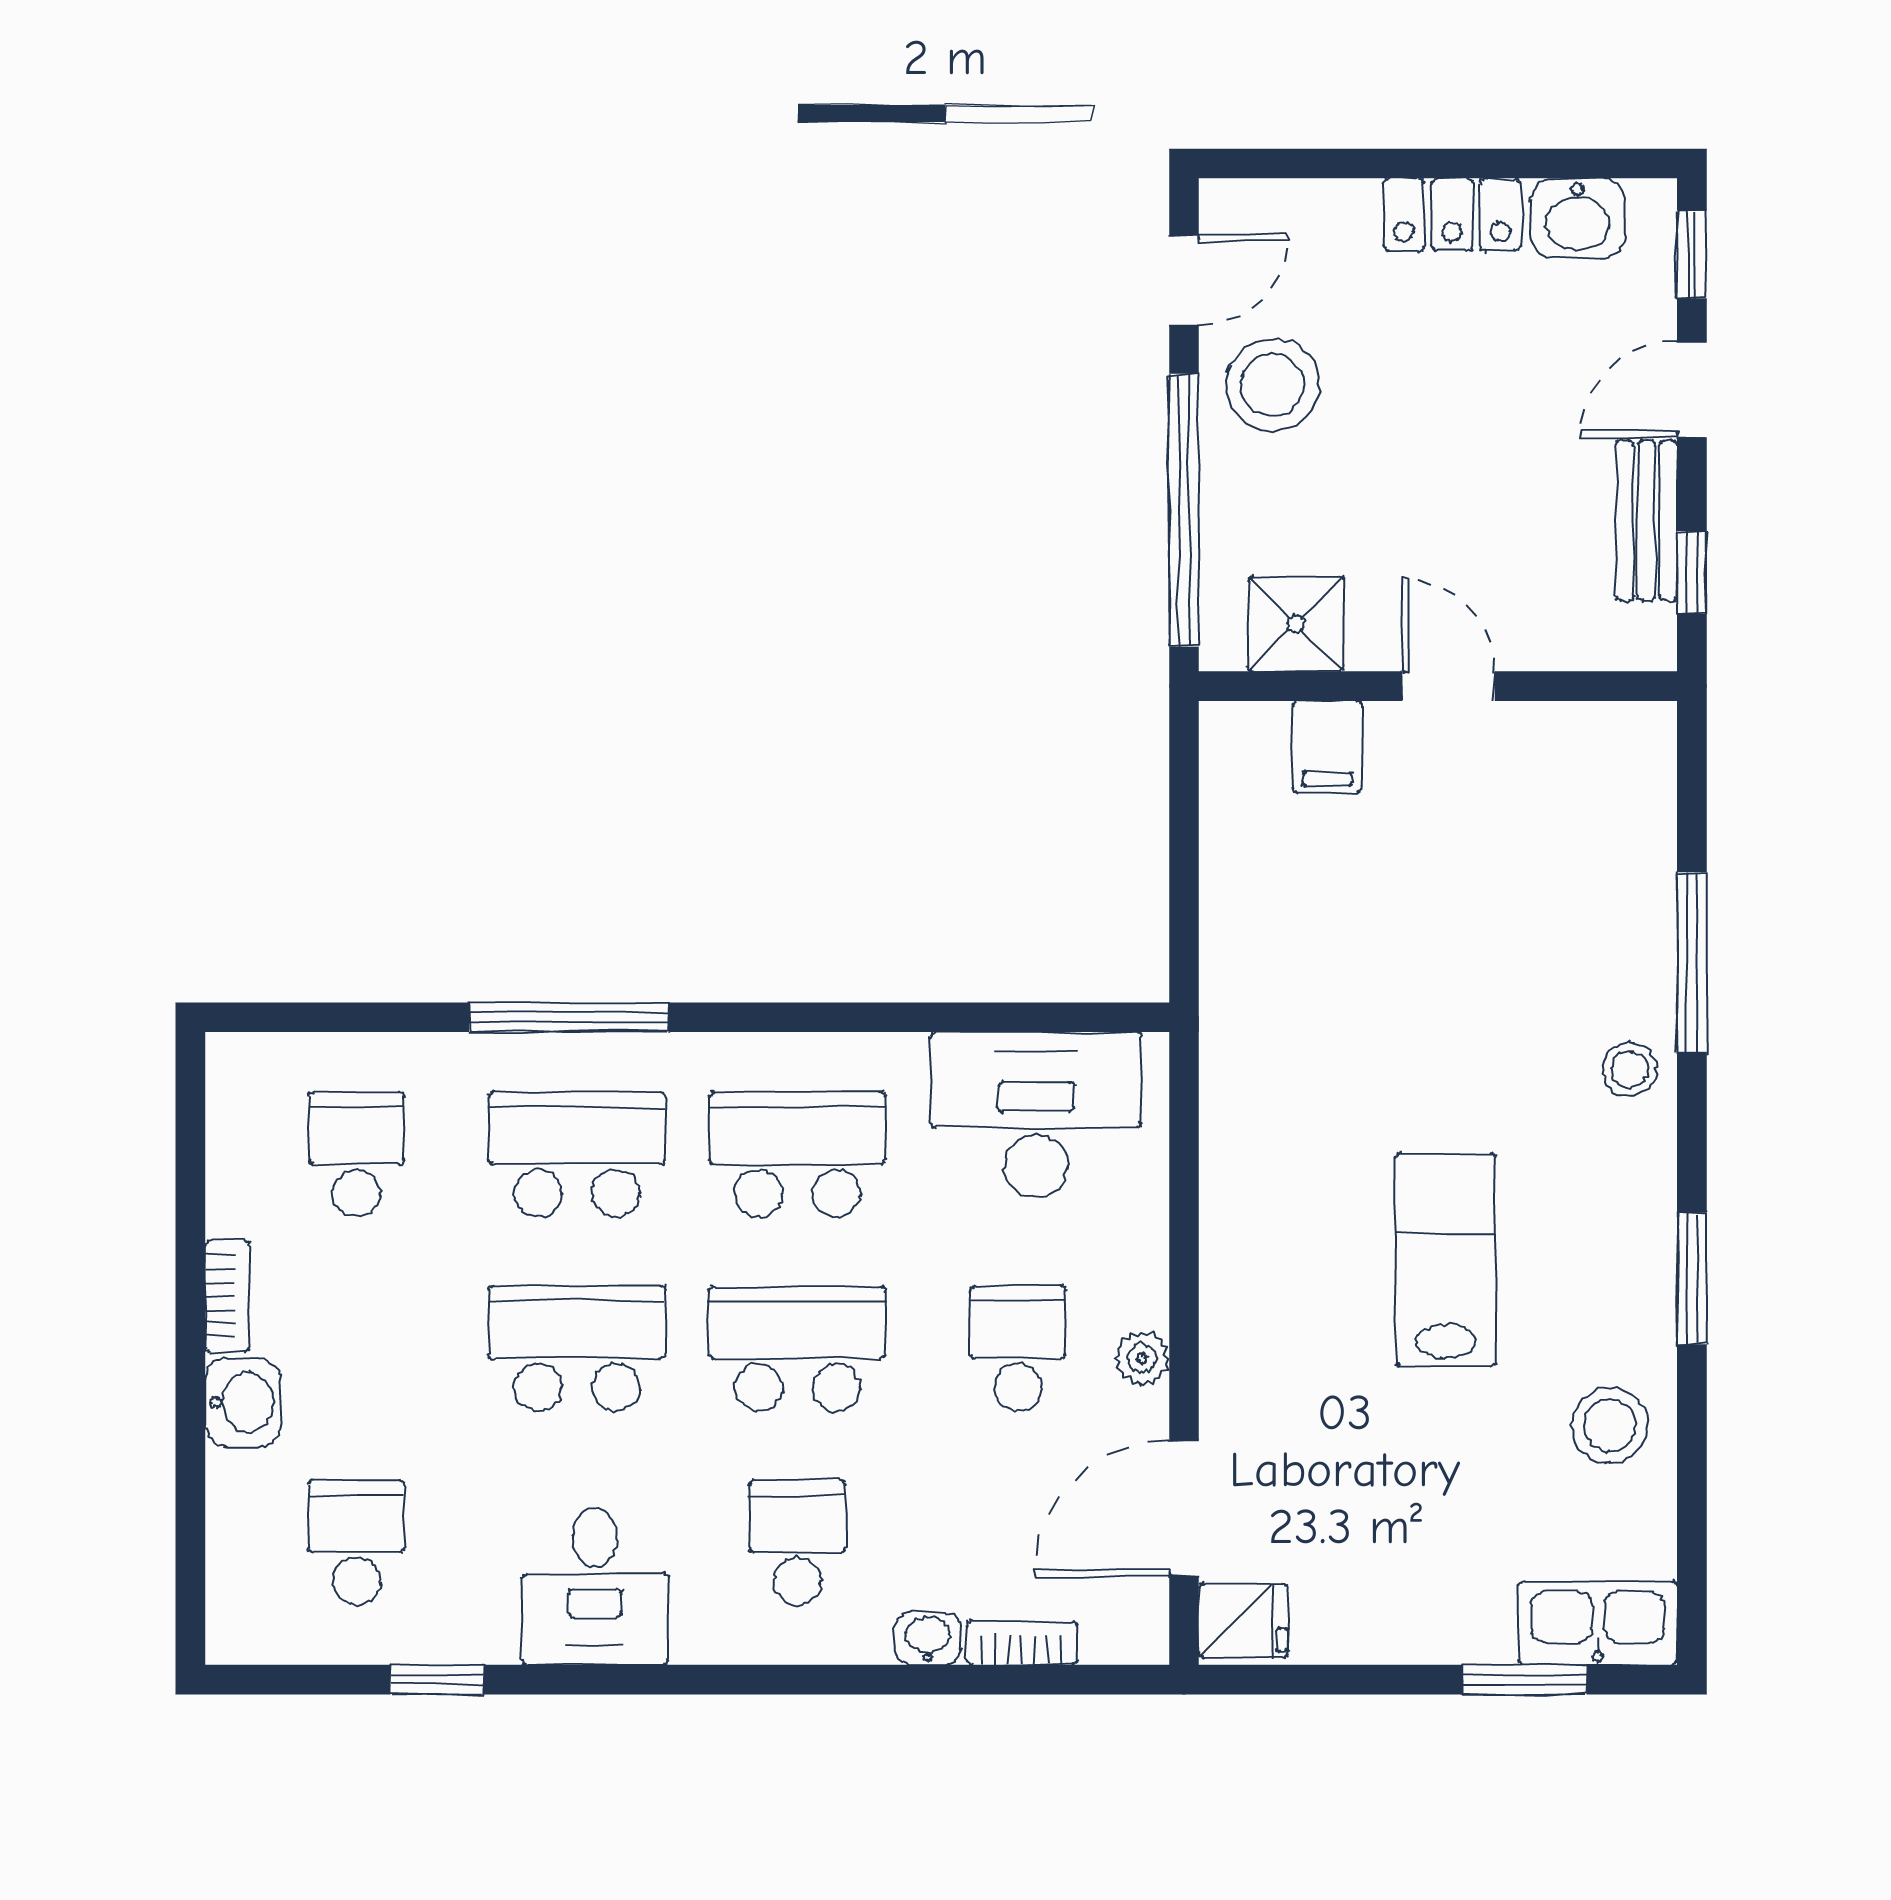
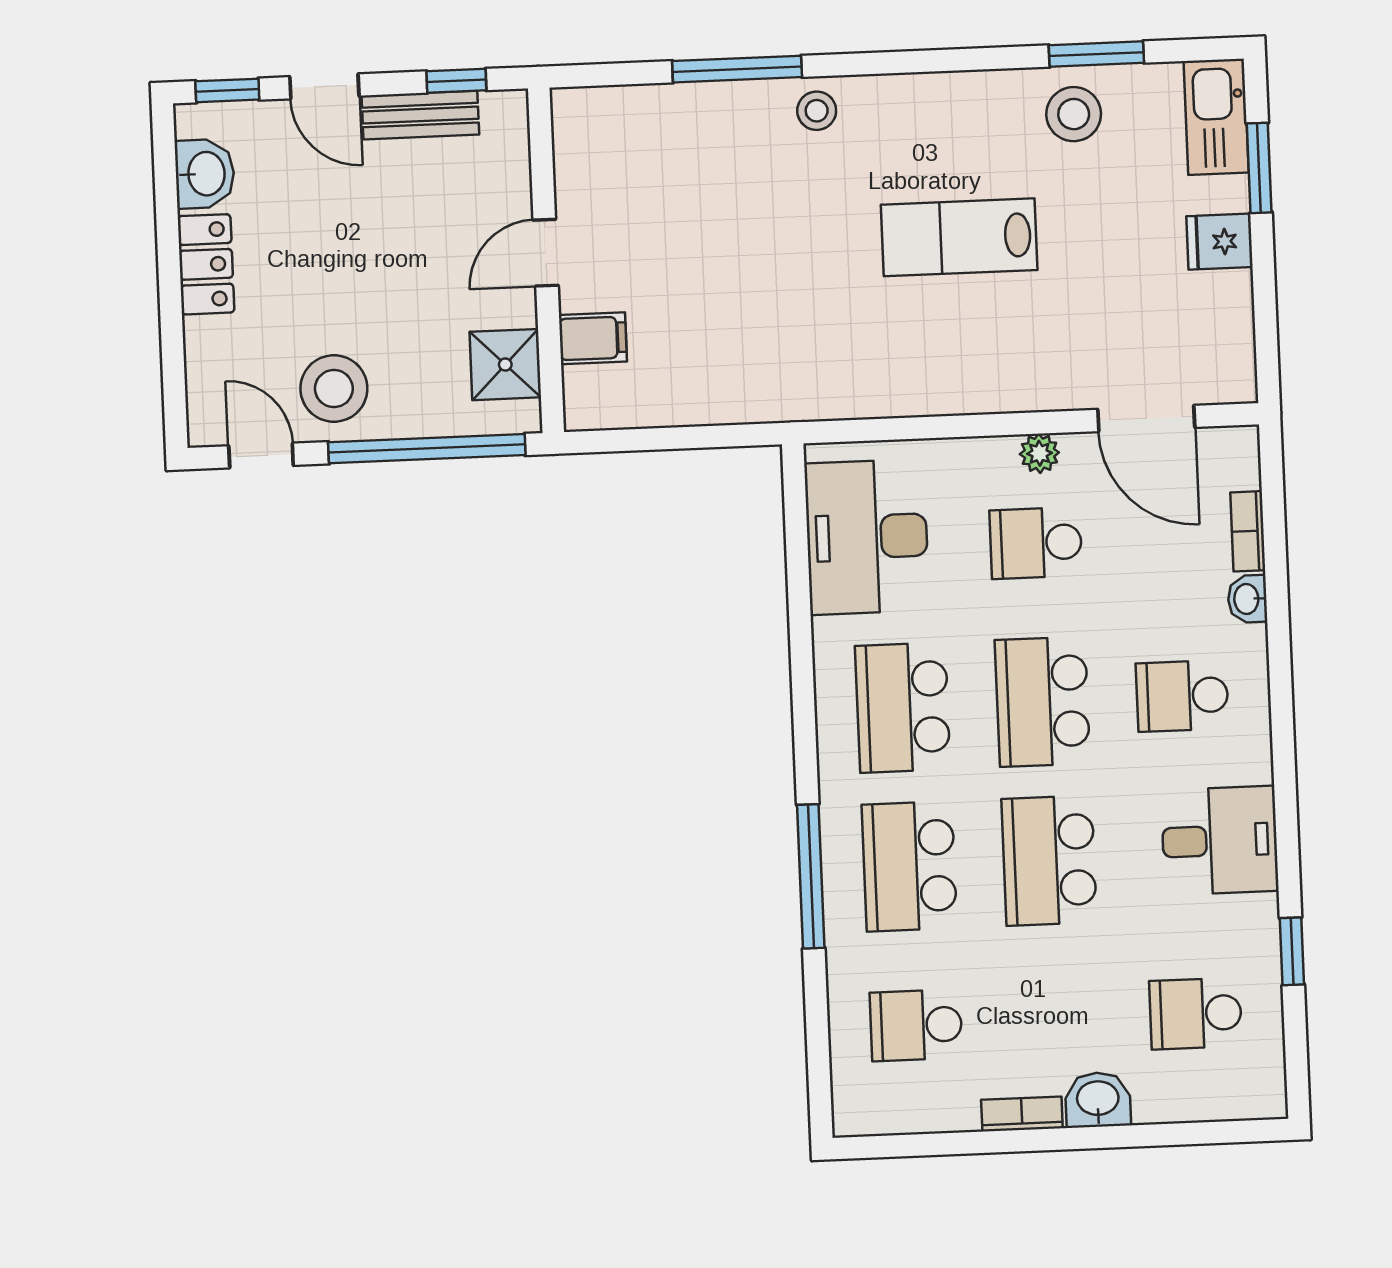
window: (1692, 1278) -> (1096, 54), moved
fridge: (1243, 1620) -> (1220, 242), moved, turned -90

